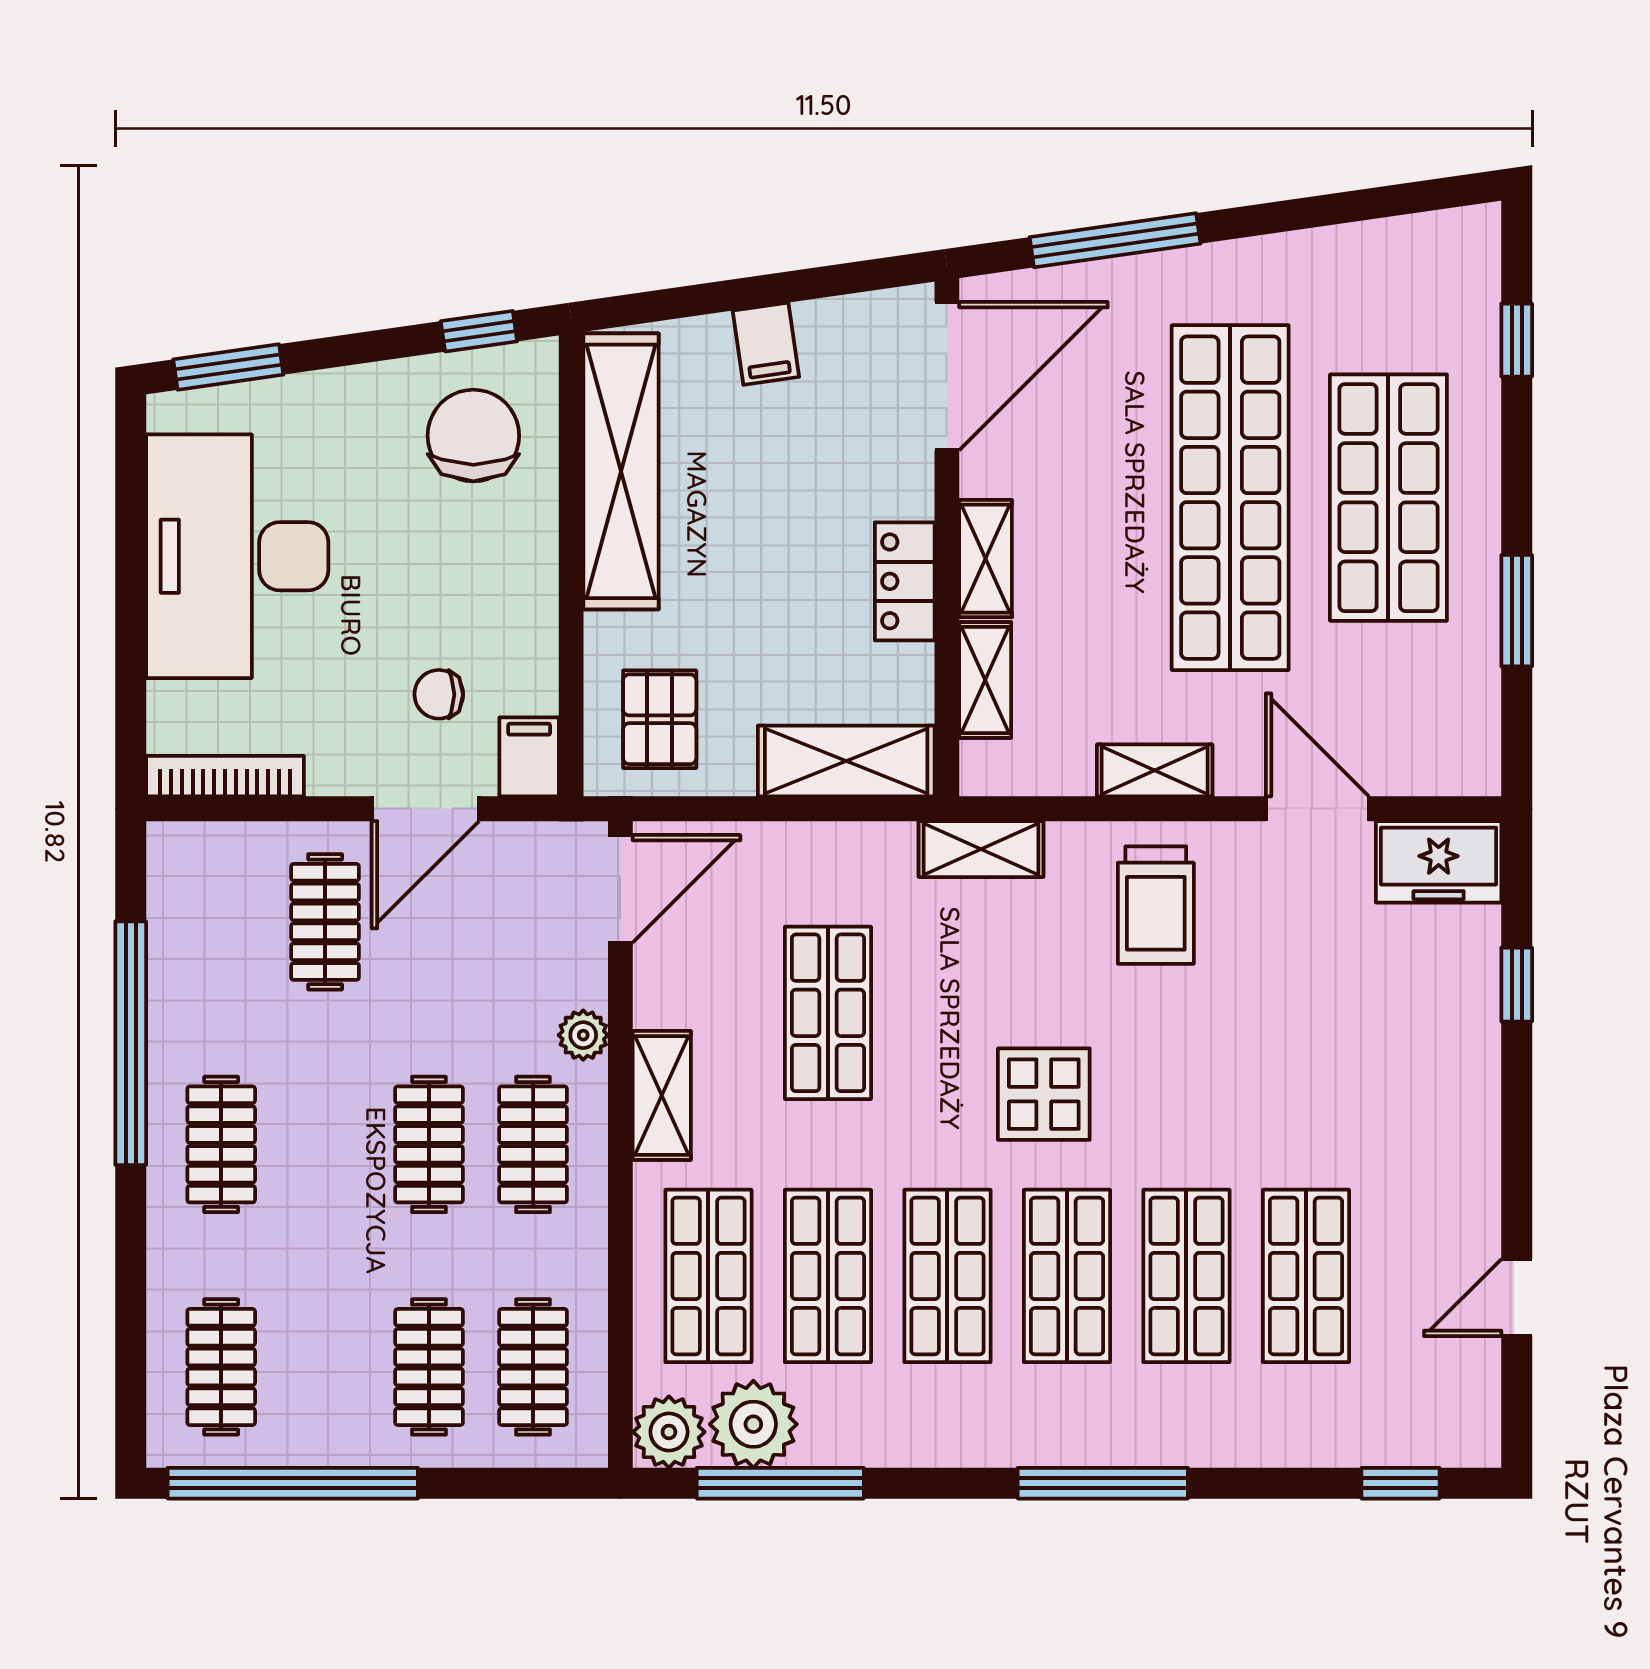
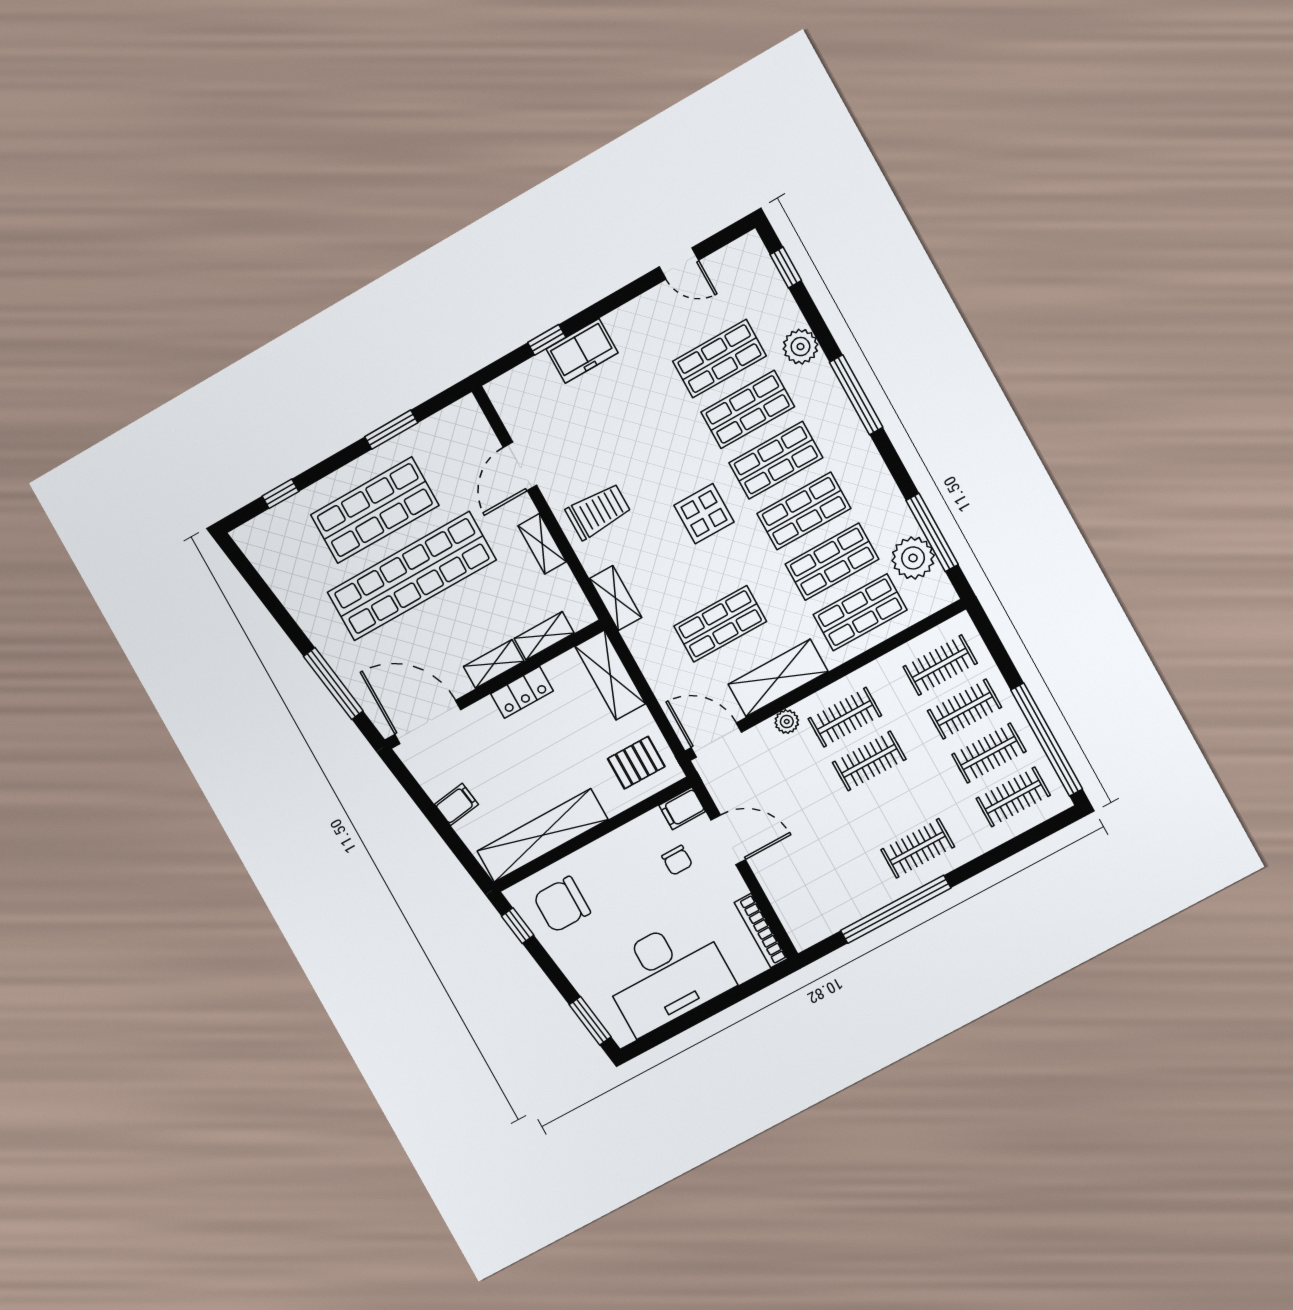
freezer: (1439, 862) -> (582, 351), moved, turned 90
clothes rail: (325, 922) -> (989, 753), moved
shelving: (662, 1095) -> (778, 678), width x1.50, depth x1.33
plant: (669, 1432) -> (800, 347), moved

